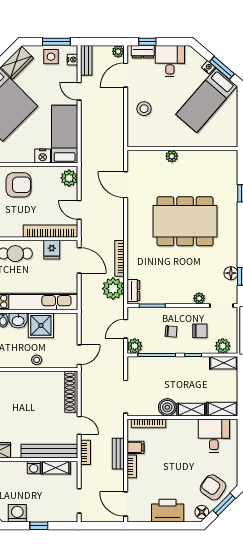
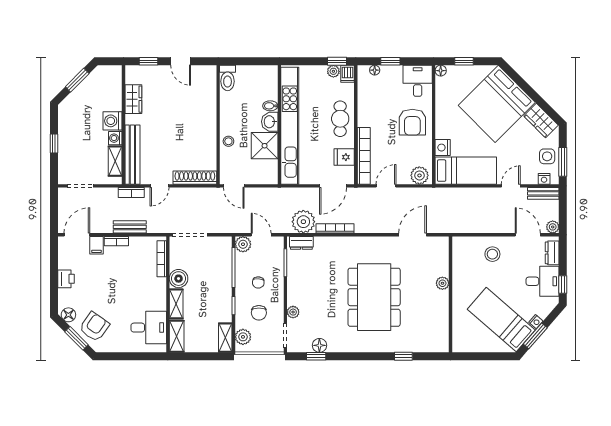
window: (147, 42) -> (563, 285), moved
filing cabinet: (136, 447) -> (96, 245), moved
printer: (168, 511) -> (66, 279), width x0.53, depth x0.68
washing machine: (17, 513) -> (113, 121), moved, turned 180

